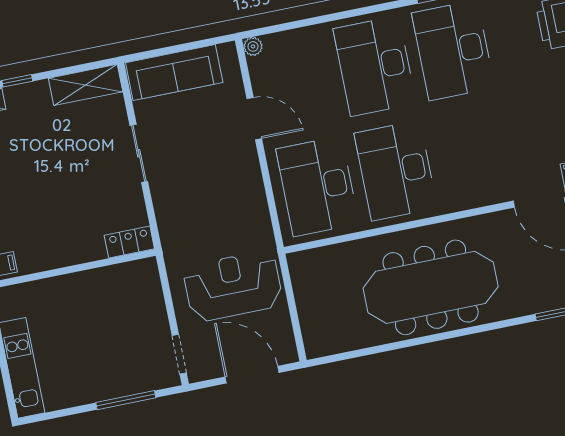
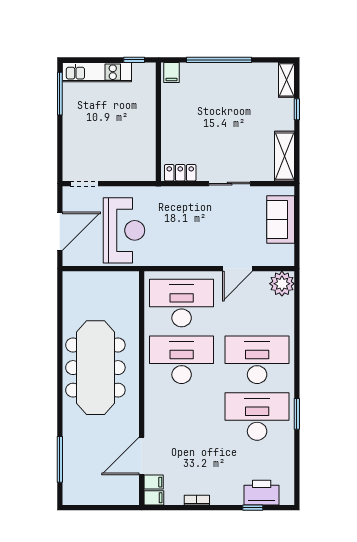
plant: (253, 46) -> (282, 284), width x1.88, depth x1.88
sofa: (174, 73) -> (281, 219), width x0.73
locker: (129, 242) -> (180, 173), moved, turned -90
window: (126, 400) -> (60, 94), moved

